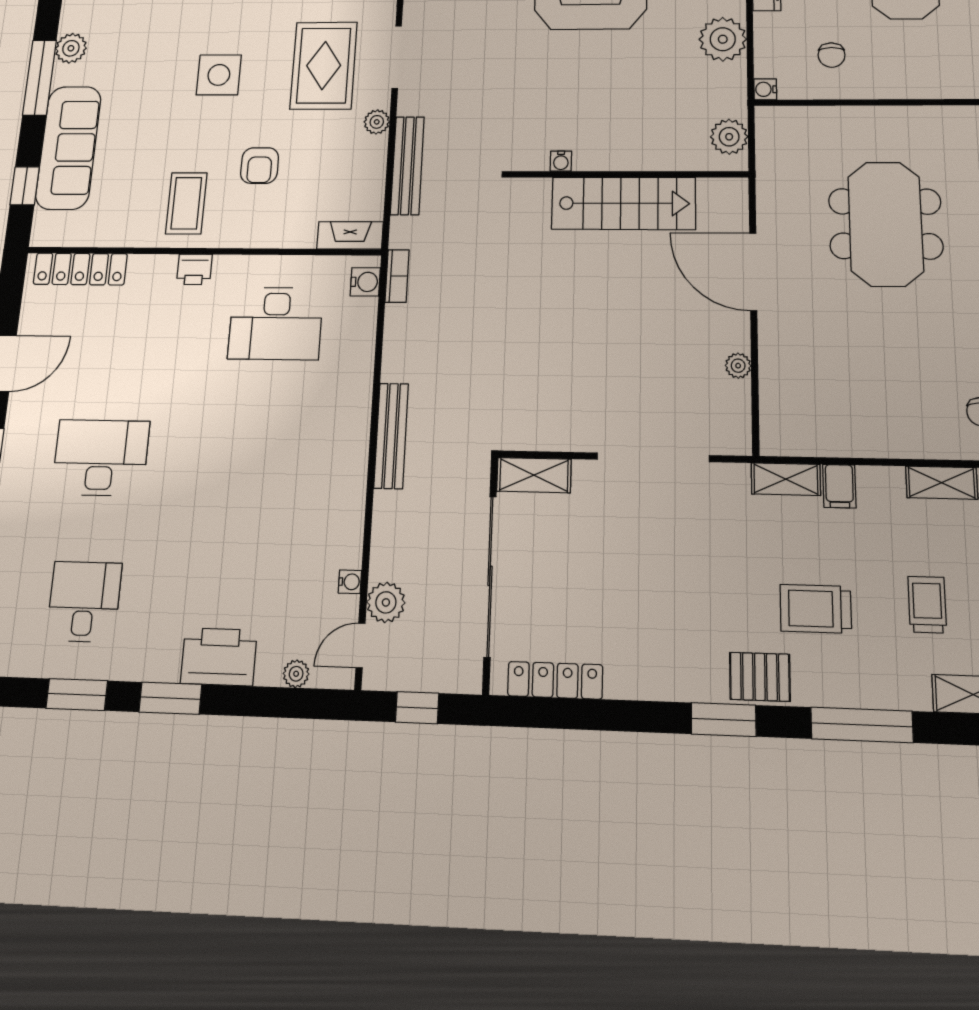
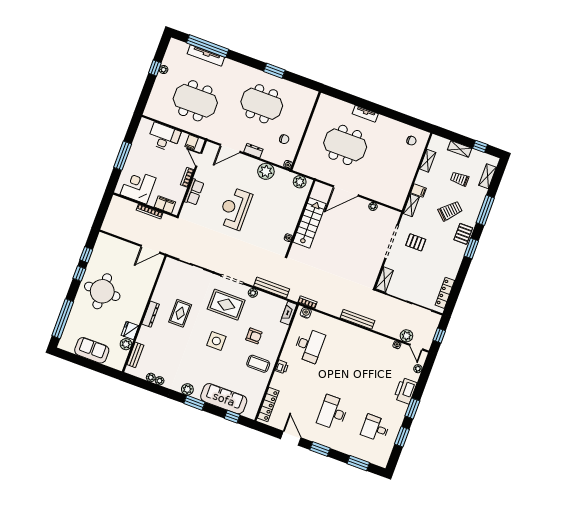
window: (40, 78) -> (194, 403), width x0.69
pallet: (678, 532) -> (416, 242), added
trolley: (816, 609) -> (450, 211), turned -136

